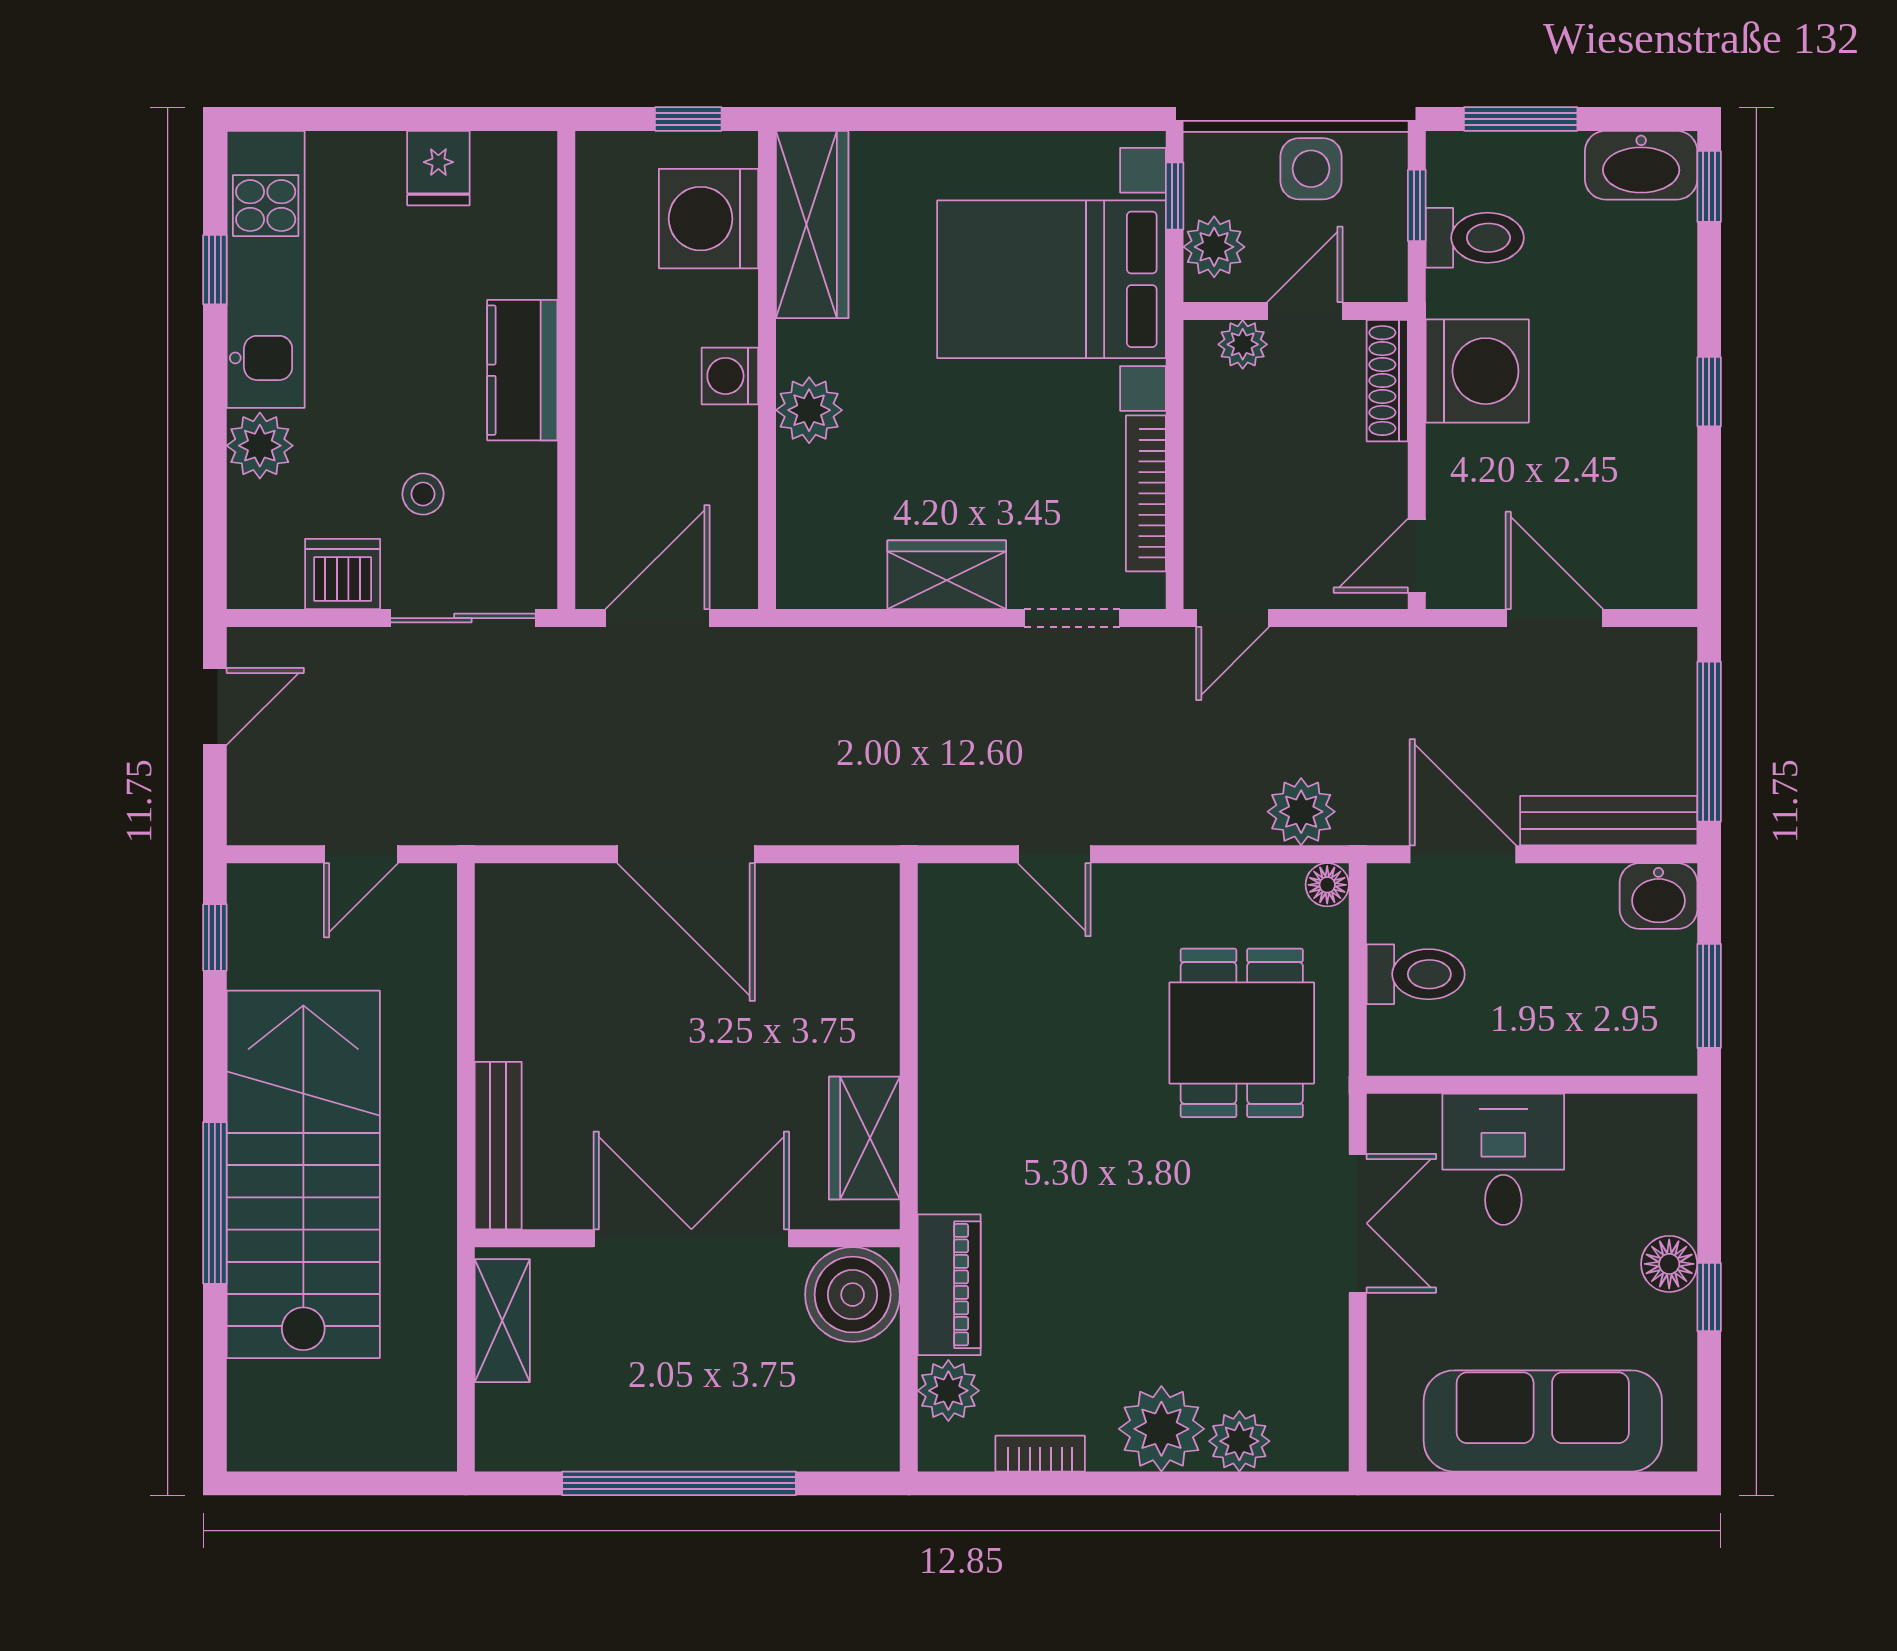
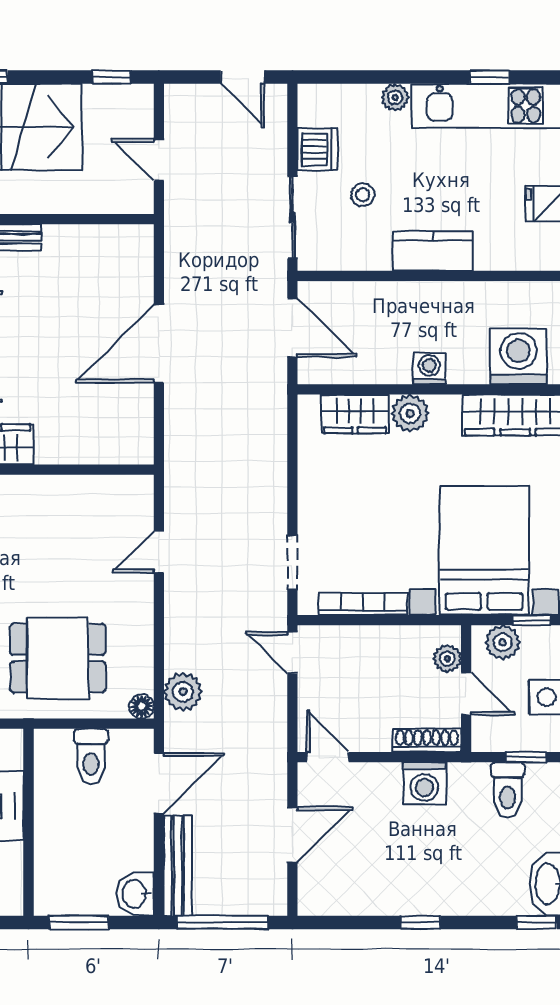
washing machine: (1477, 371) -> (424, 783), width x0.73, depth x0.73
plant: (260, 446) -> (395, 97), width x0.73, depth x0.73
wardrobe: (947, 575) -> (355, 414), moved, turned 90

